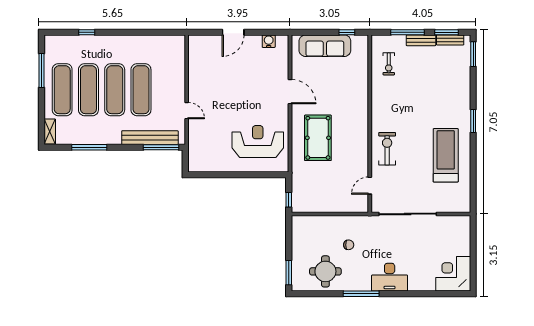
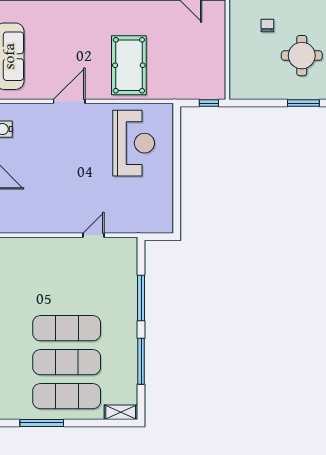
exercise mat: (141, 90) -> (67, 294), removed
bench: (150, 138) -> (129, 283), removed
pool table: (318, 138) -> (129, 65), turned 90
reception desk: (258, 141) -> (134, 143), turned 180
window: (161, 147) -> (141, 298), moved

